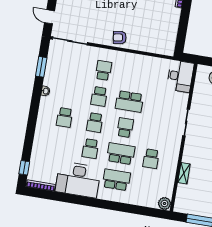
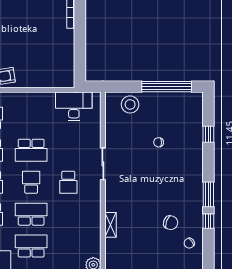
desk: (180, 76) -> (74, 106), moved, turned -90
school desk: (151, 159) -> (68, 182), moved

